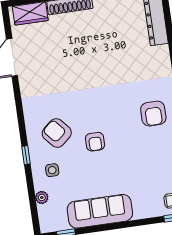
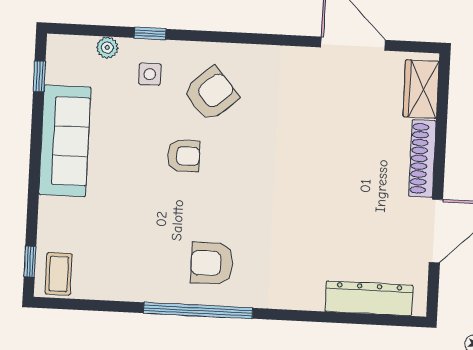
armchair: (95, 142) -> (184, 156), turned 180
window: (26, 155) -> (150, 33), moved

